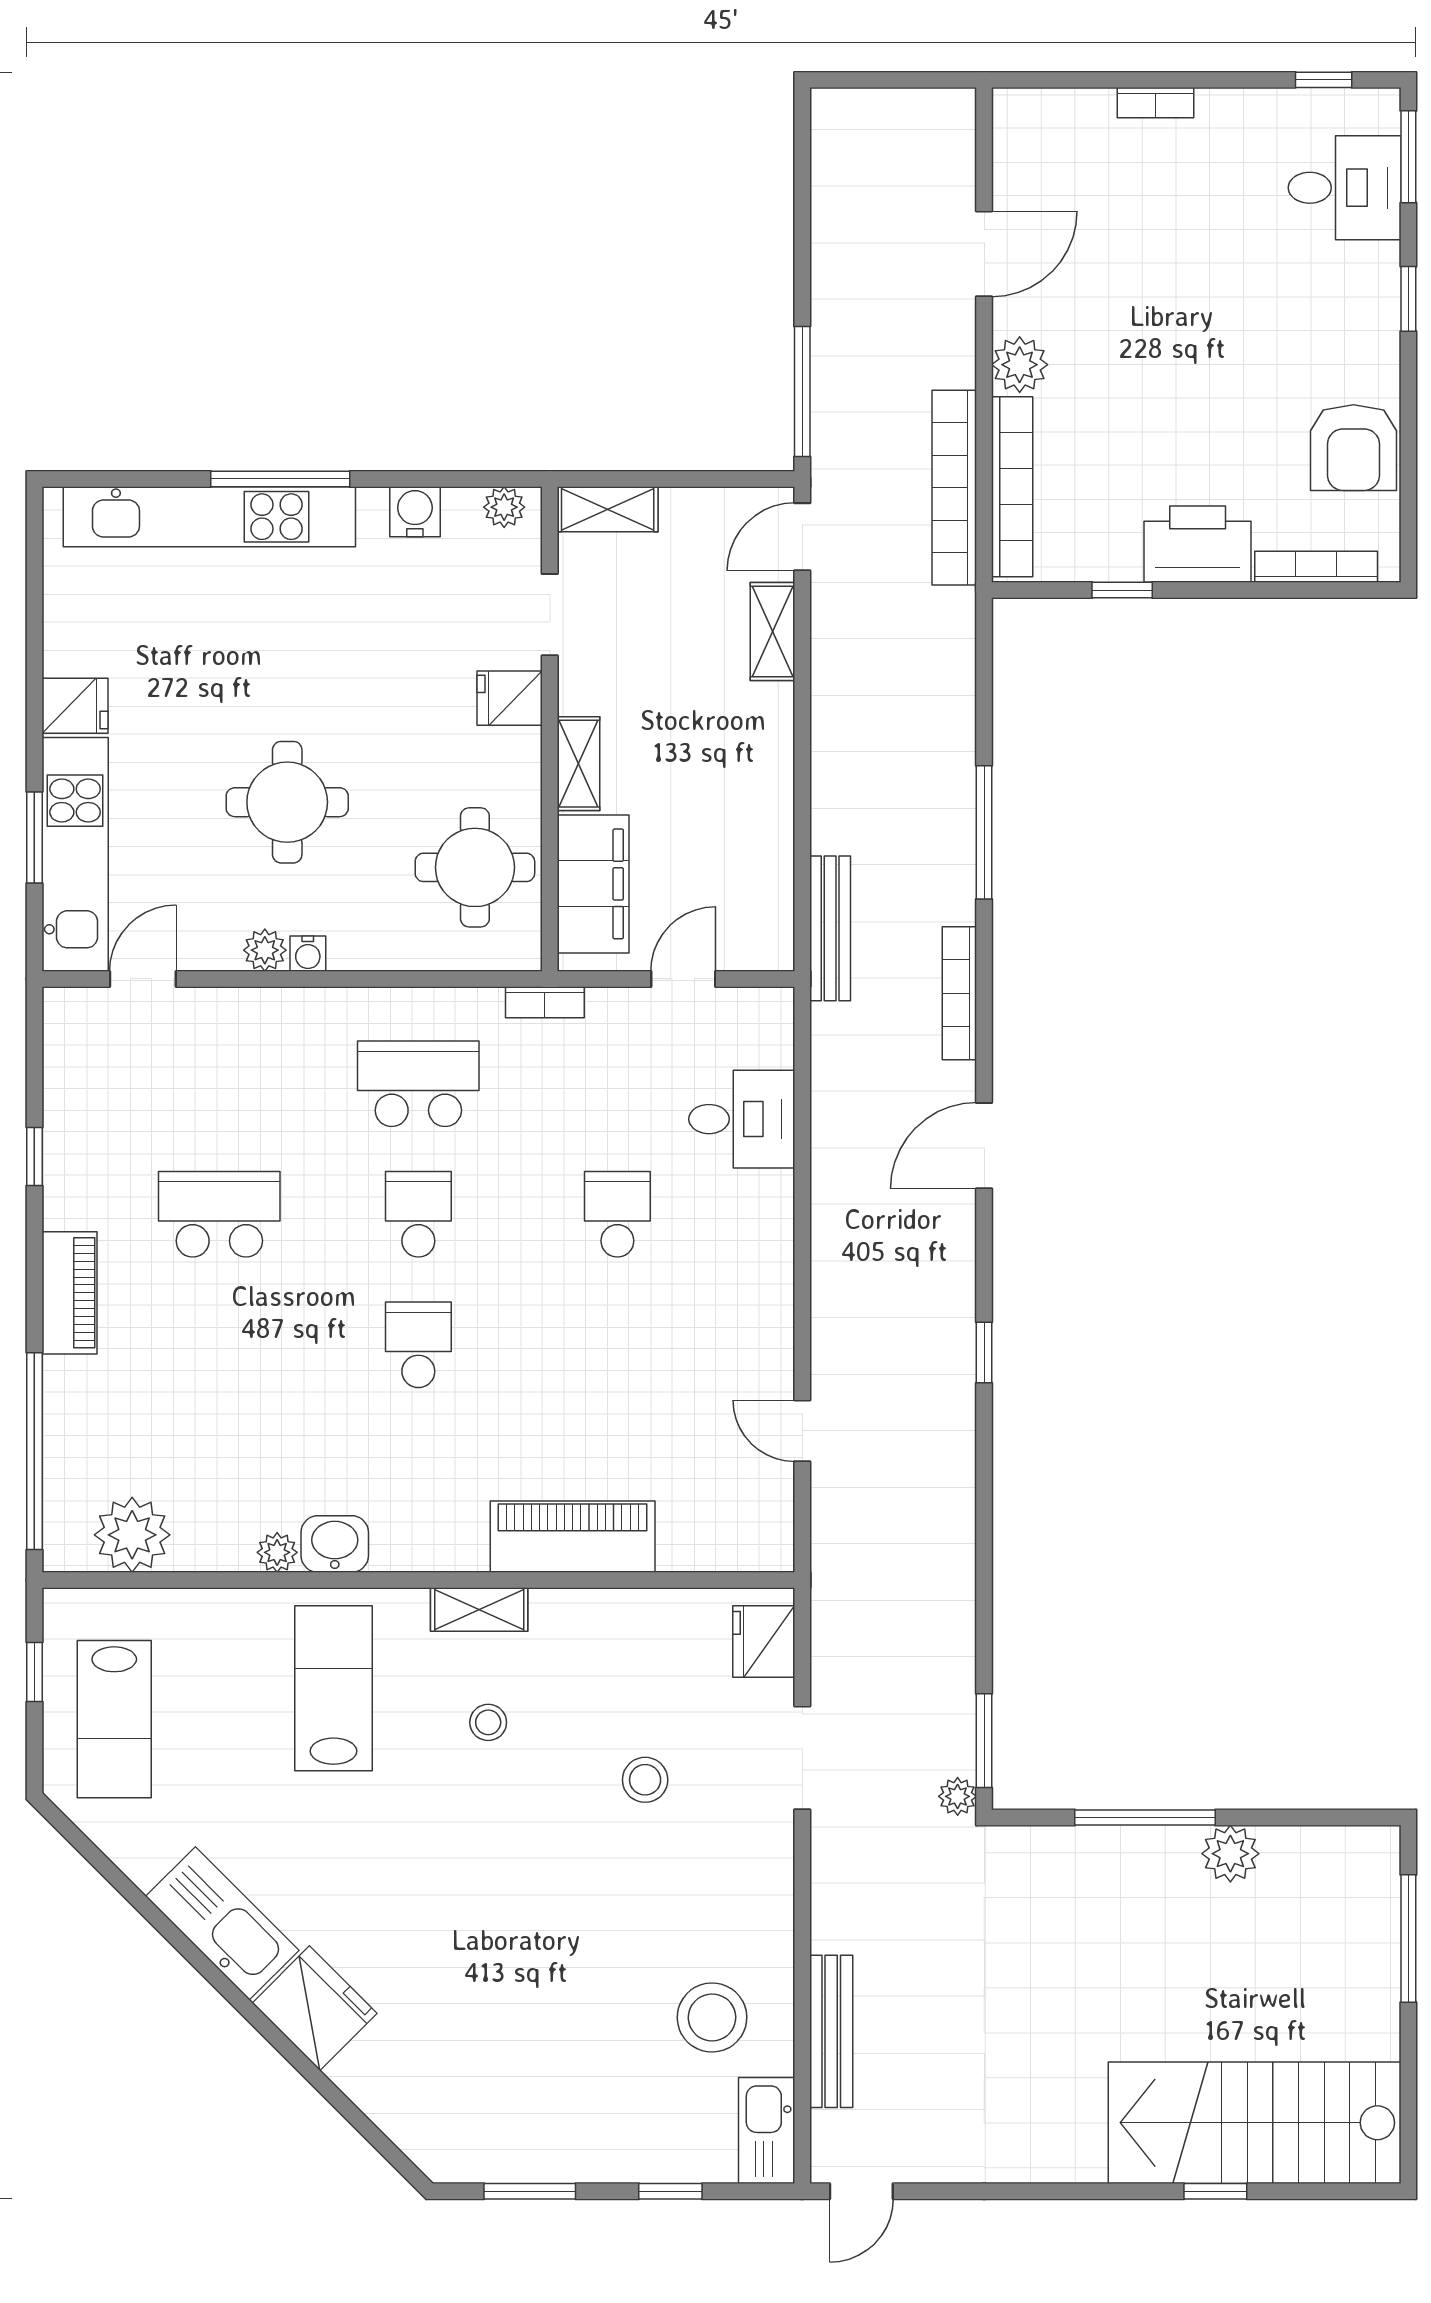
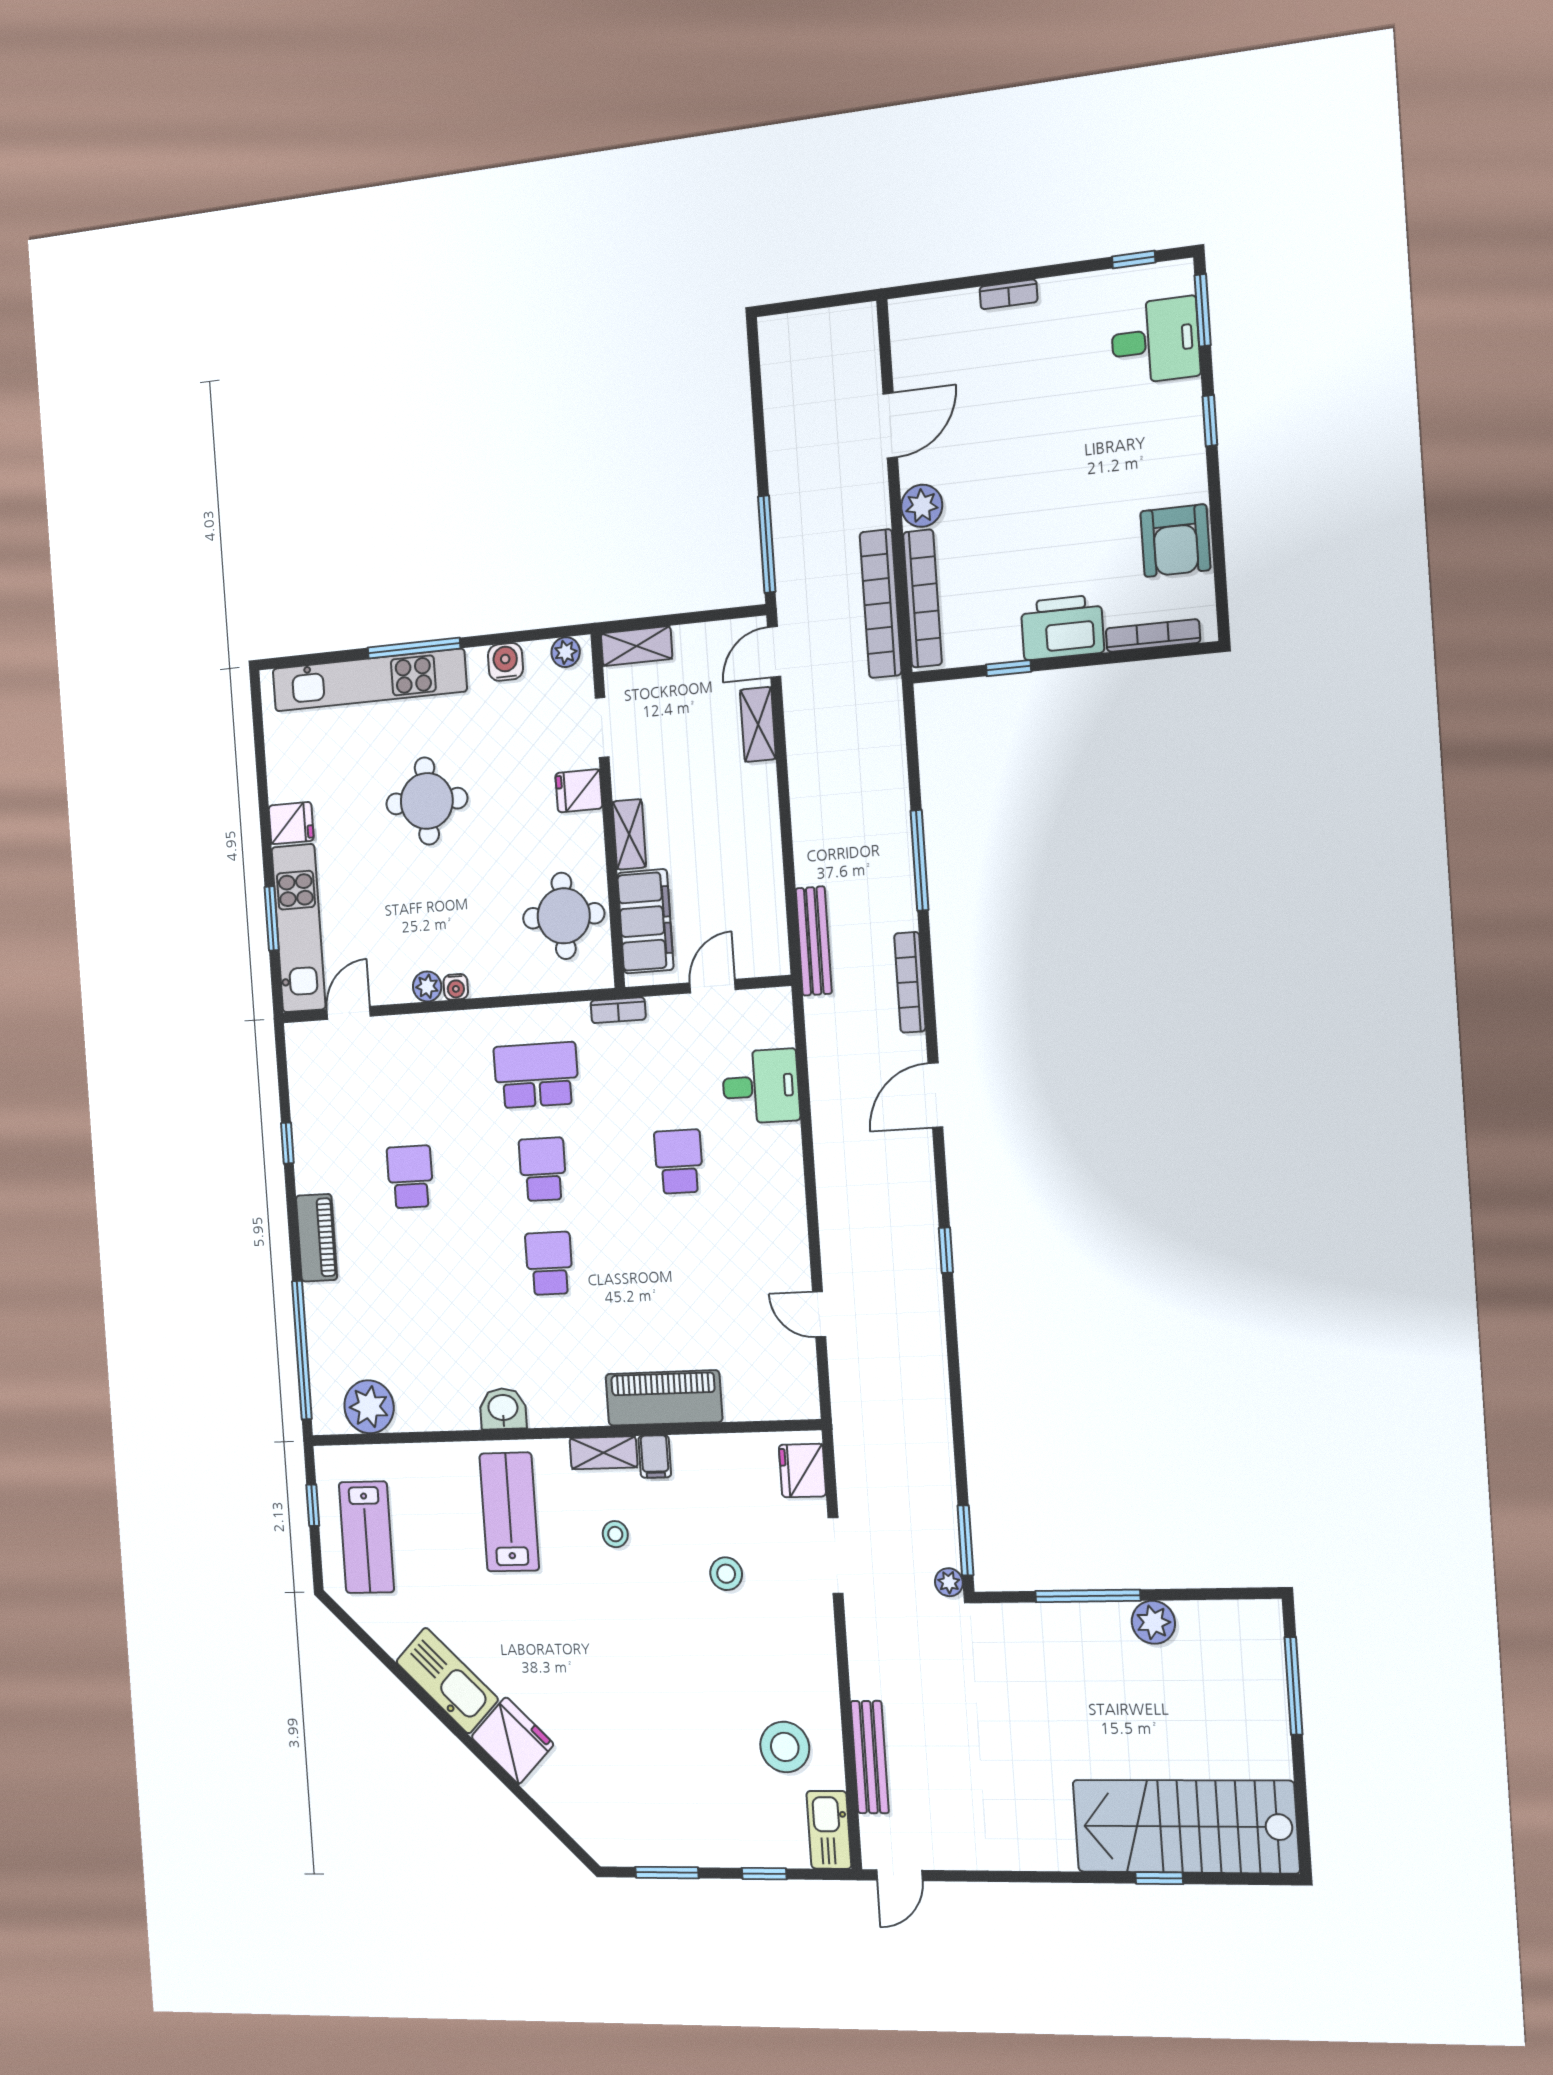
round table: (287, 802) -> (427, 801), moved
school desk: (219, 1214) -> (410, 1177), width x0.54
plant: (277, 1552) -> (465, 1416), removed
filing cabinet: (554, 1617) -> (655, 1456), added

